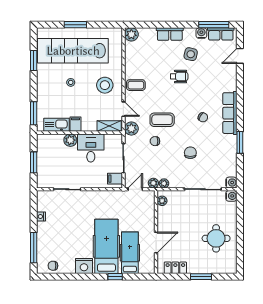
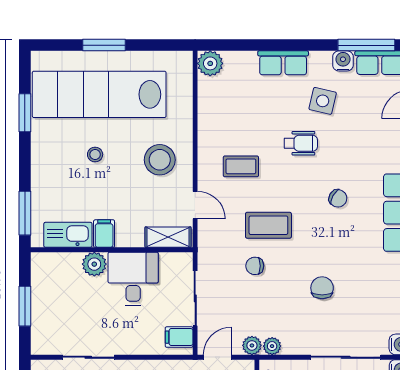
coffee table: (136, 85) -> (241, 166), moved
chair: (203, 117) -> (338, 198), moved
plant: (131, 129) -> (210, 242), removed

